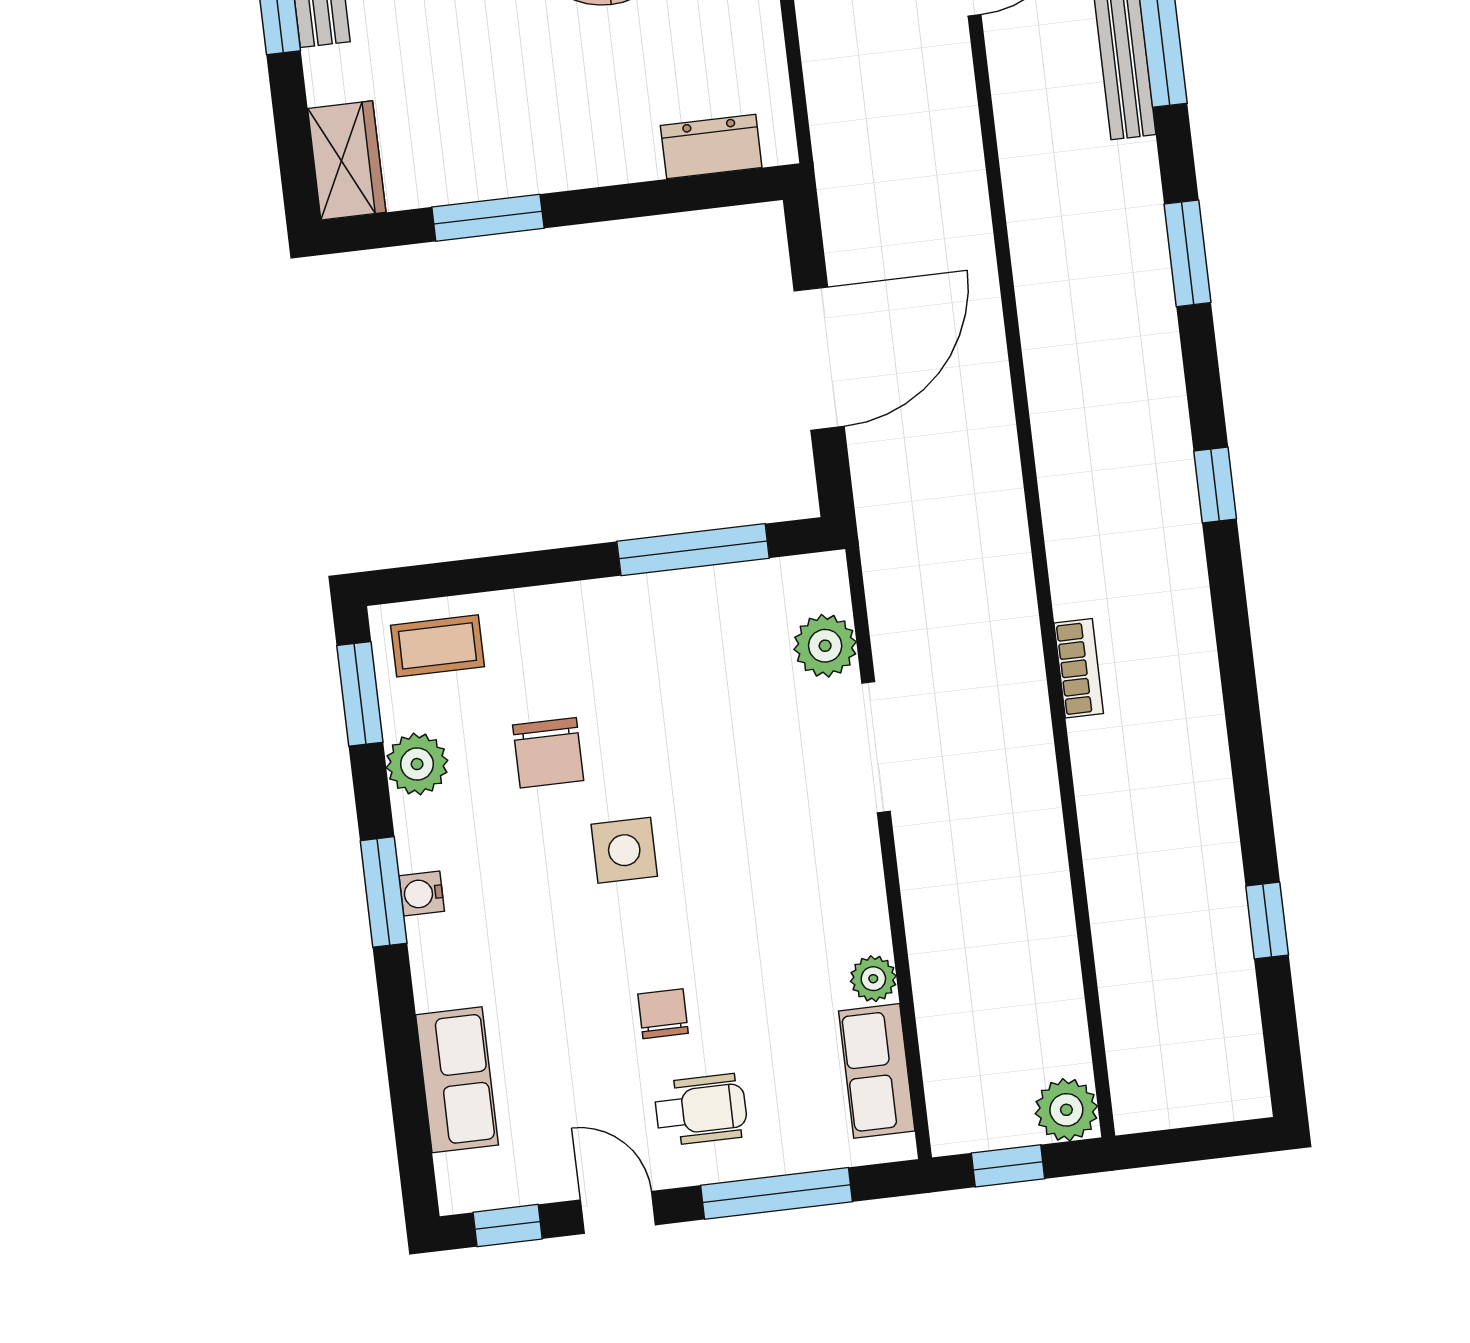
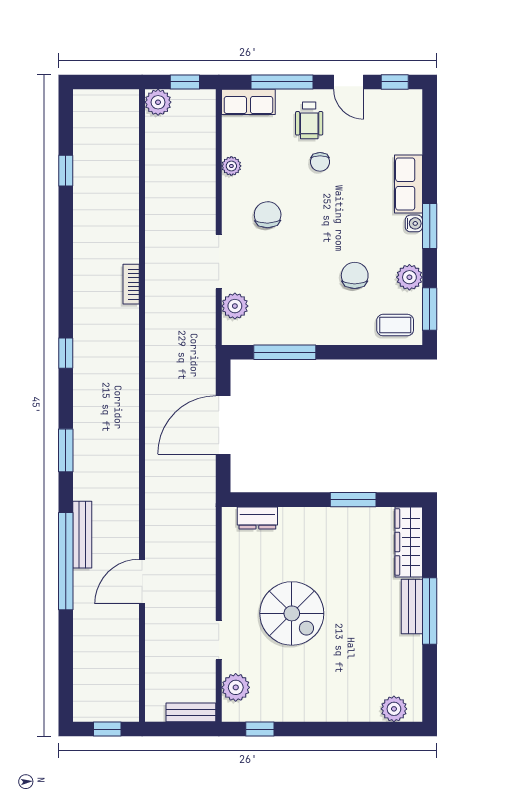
wardrobe: (347, 160) -> (409, 542), width x1.50
side table: (624, 850) -> (328, 231), removed
chair: (773, 873) -> (268, 215), added
row of seats: (877, 1071) -> (248, 102), moved, turned 90
row of seats: (457, 1080) -> (409, 184), moved
wheelchair: (701, 1110) -> (309, 120), turned -90

